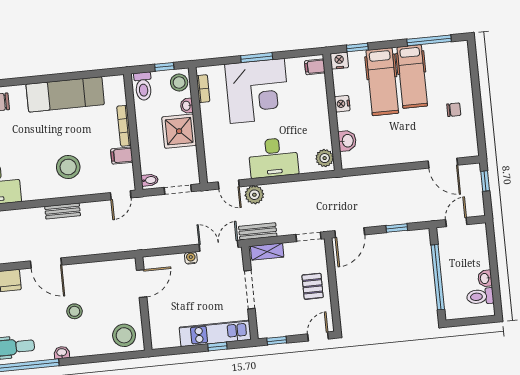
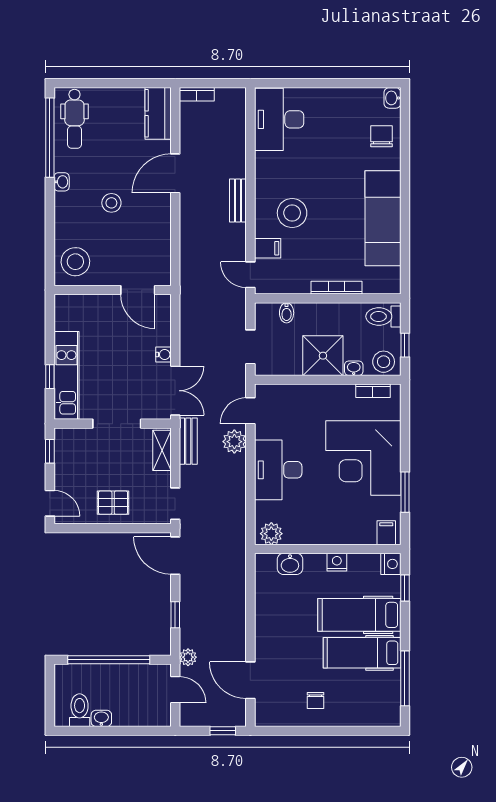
window: (257, 58) -> (405, 492), moved
filing cabinet: (122, 156) -> (268, 248), moved, turned 90
door: (443, 163) -> (250, 680), hinge flipped
bidet: (150, 180) -> (287, 313), moved
plant: (429, 214) -> (188, 657), added

